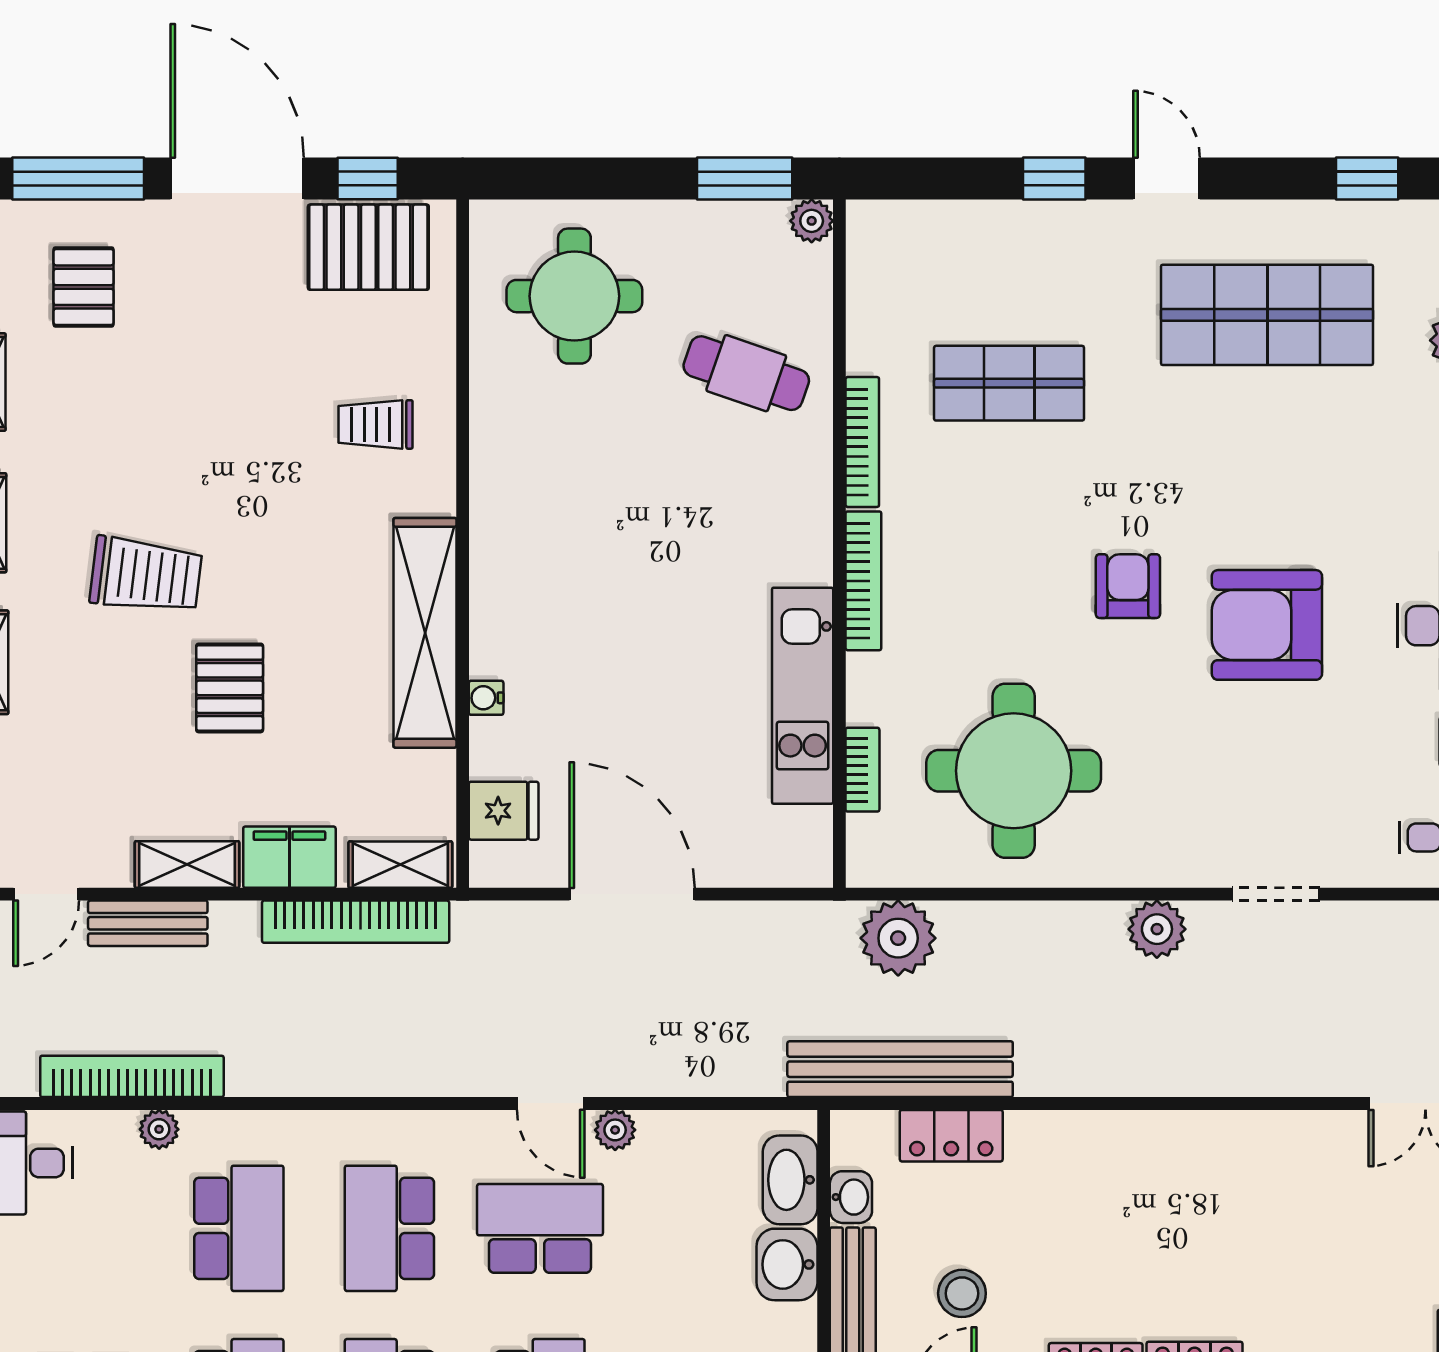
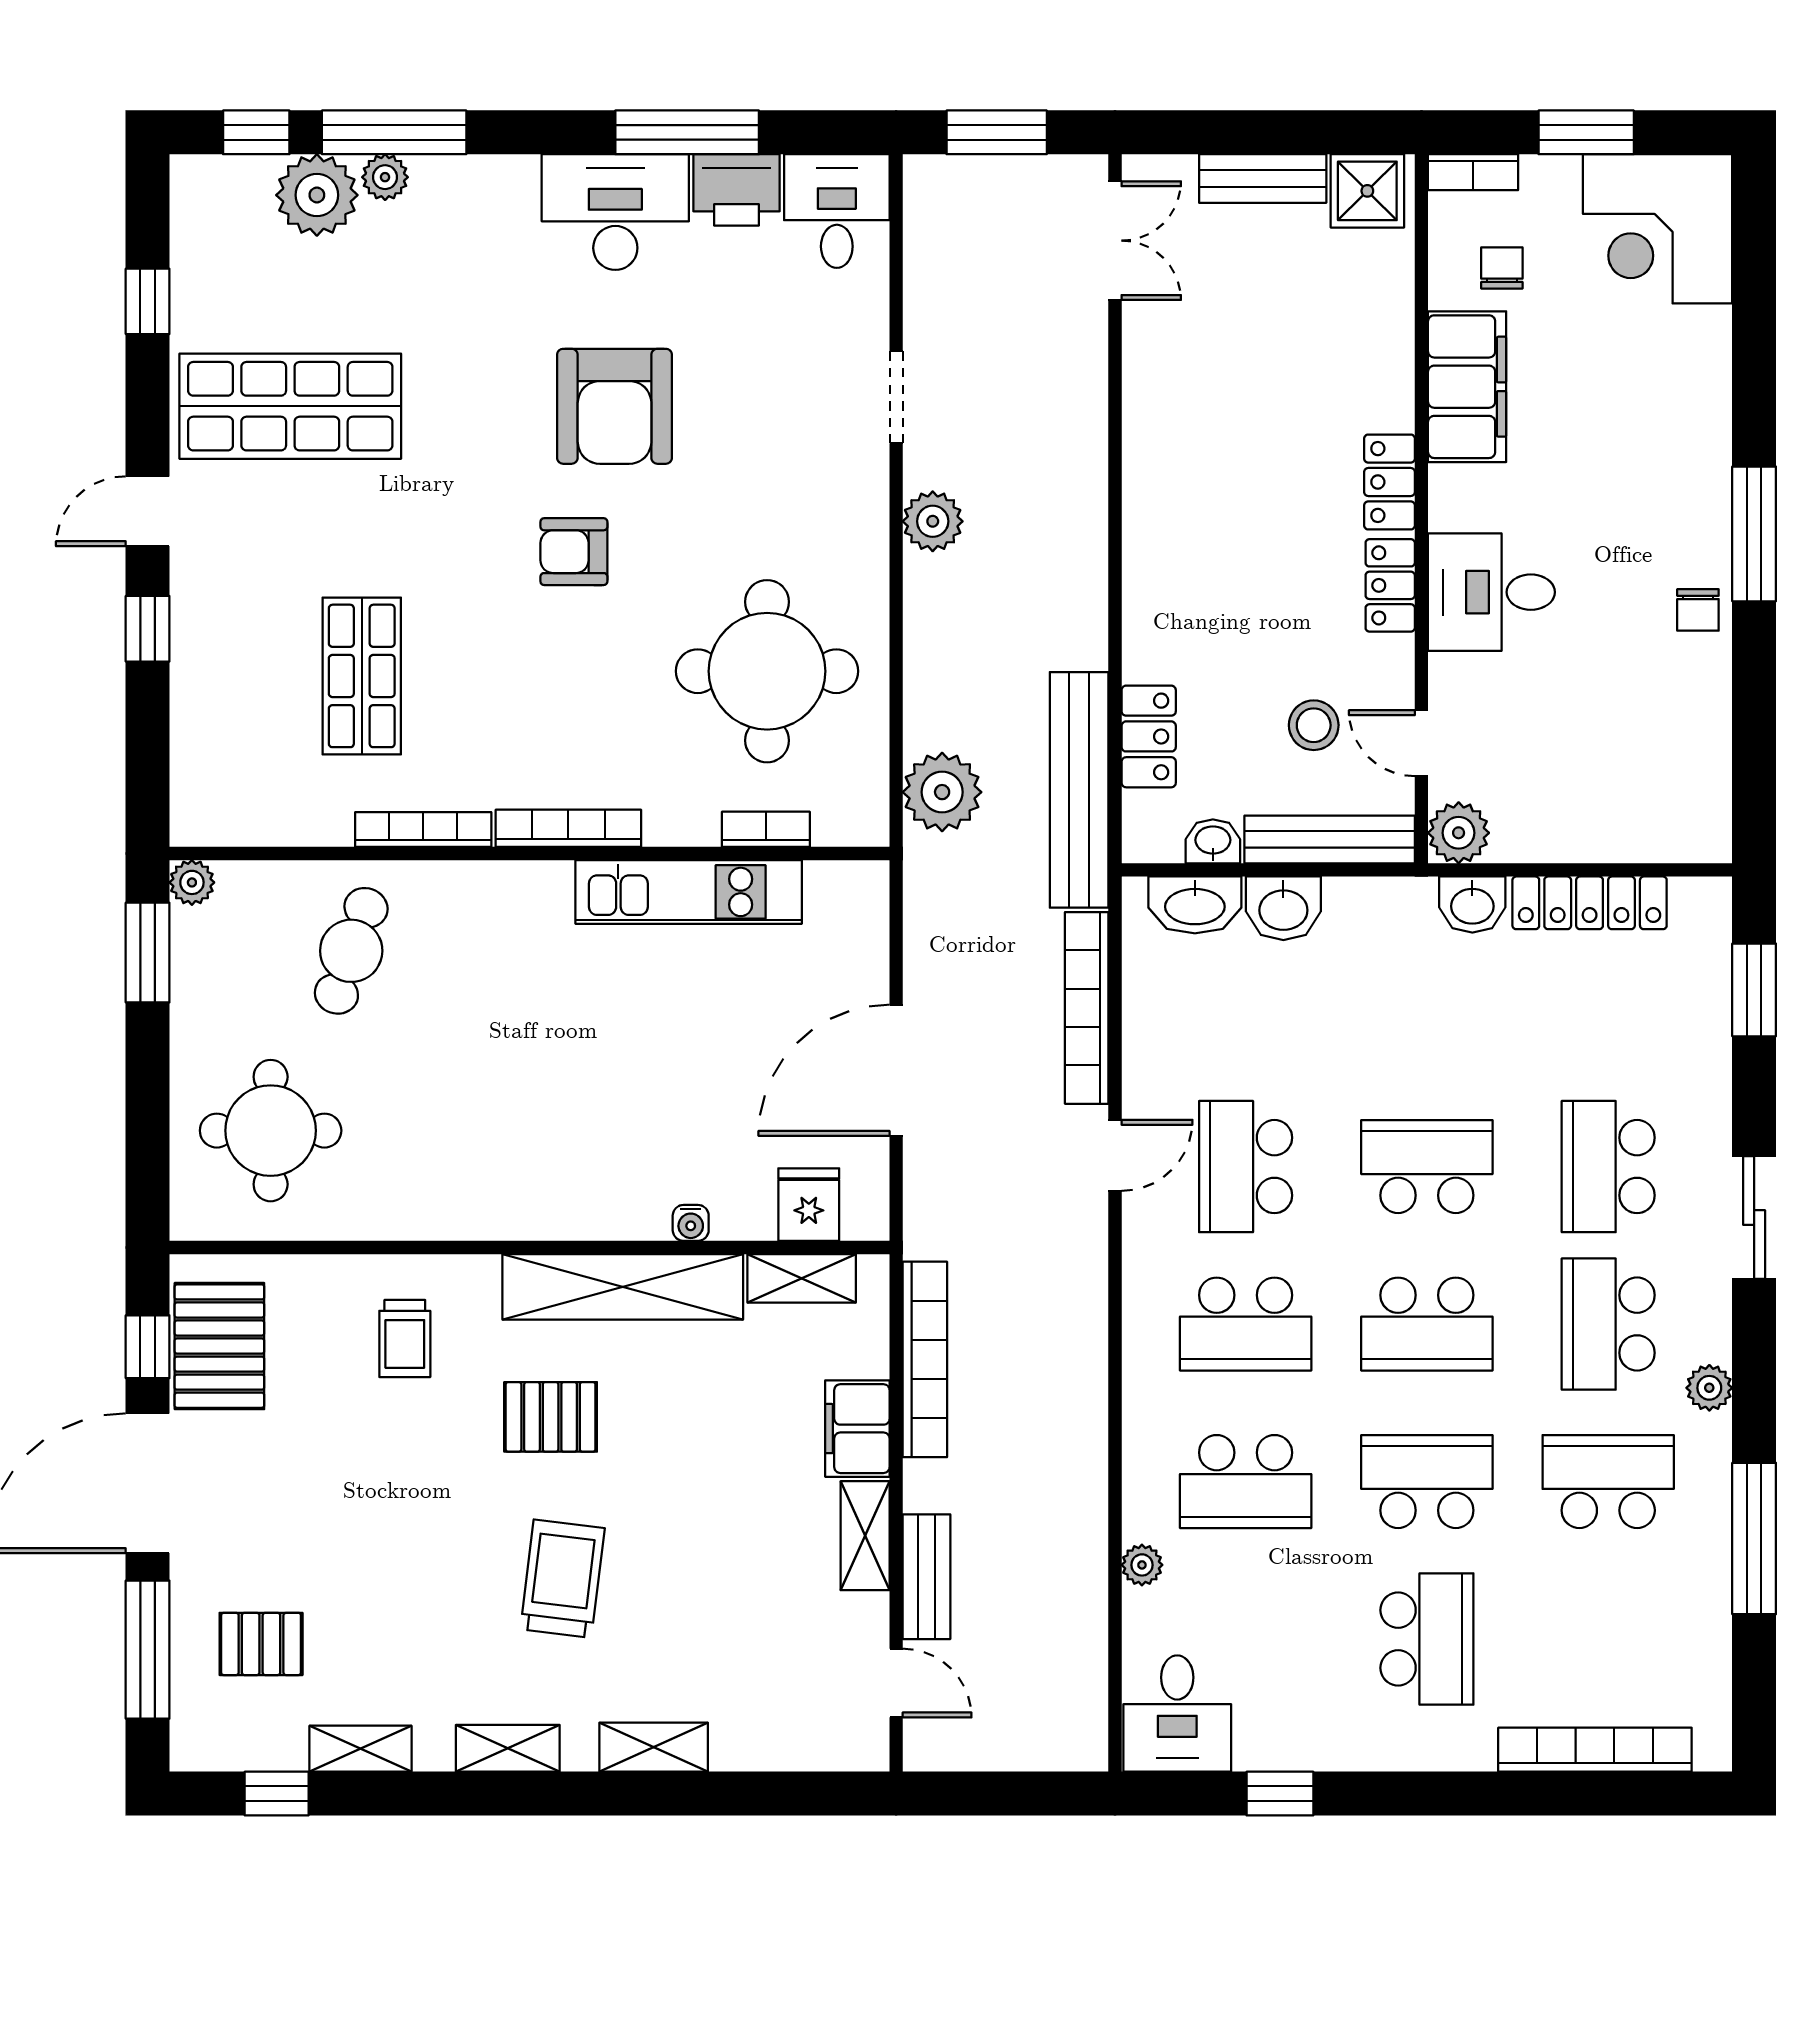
shop shelf: (1267, 315) -> (290, 406), turned 90
pallet: (230, 688) -> (551, 1417), moved
shelving: (400, 865) -> (802, 1278), moved, turned 90
bookcase: (132, 1076) -> (1087, 1008), moved
plant: (615, 1130) -> (1143, 1088), removed
school desk: (239, 1228) -> (1246, 1482), turned 180

